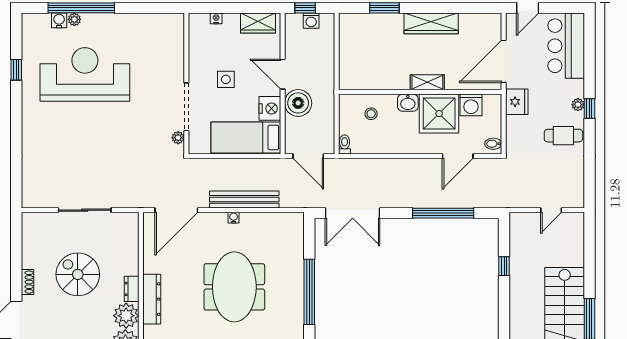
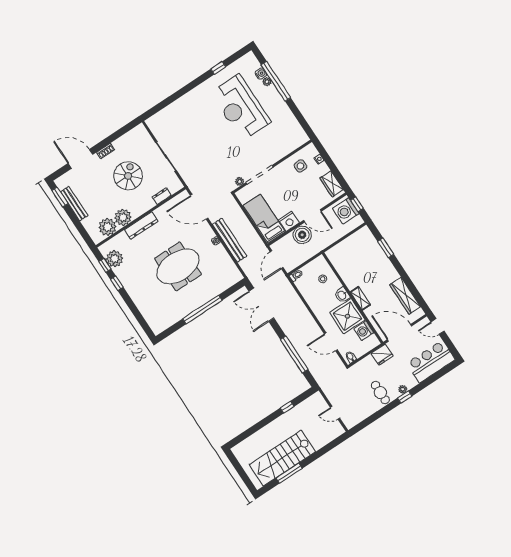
washing machine: (311, 21) -> (346, 211), width x1.89, depth x1.89
wardrobe: (431, 23) -> (405, 296), moved
reception desk: (85, 74) -> (241, 107), turned 180
door: (283, 74) -> (312, 216), swing flipped
side table: (226, 79) -> (300, 166), moved
dresser: (132, 289) -> (162, 196), moved

